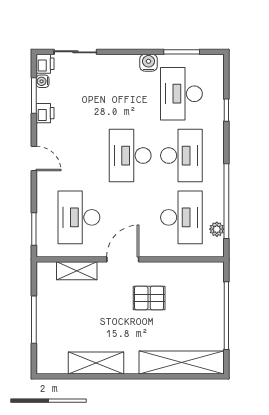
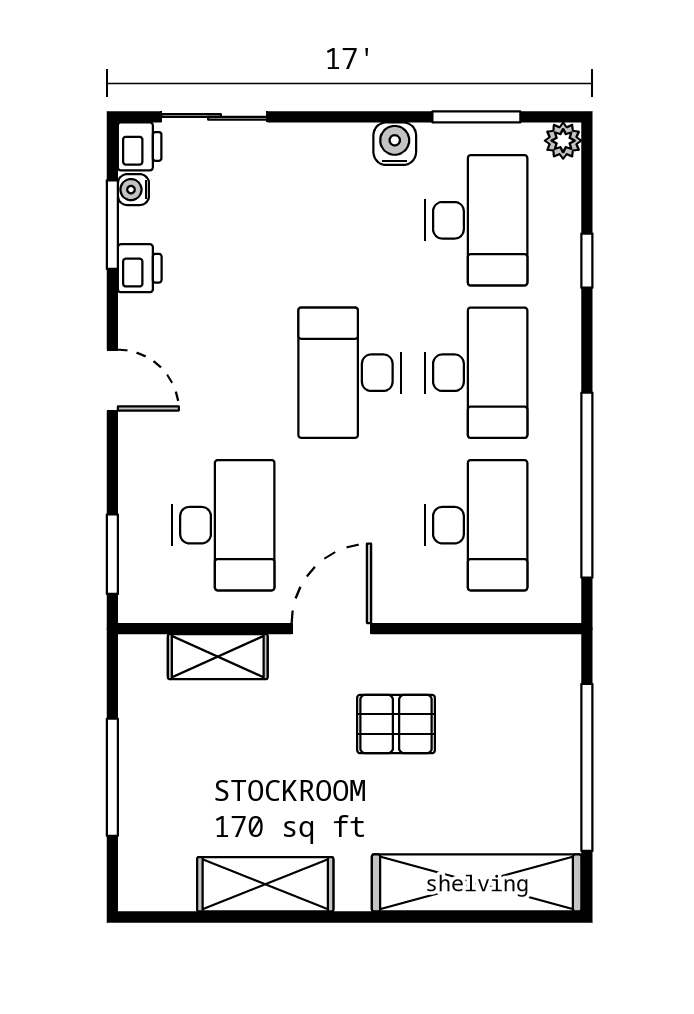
desk: (181, 94) -> (476, 220), turned 180
desk: (79, 217) -> (223, 525), turned 180
plant: (217, 229) -> (563, 141), moved

